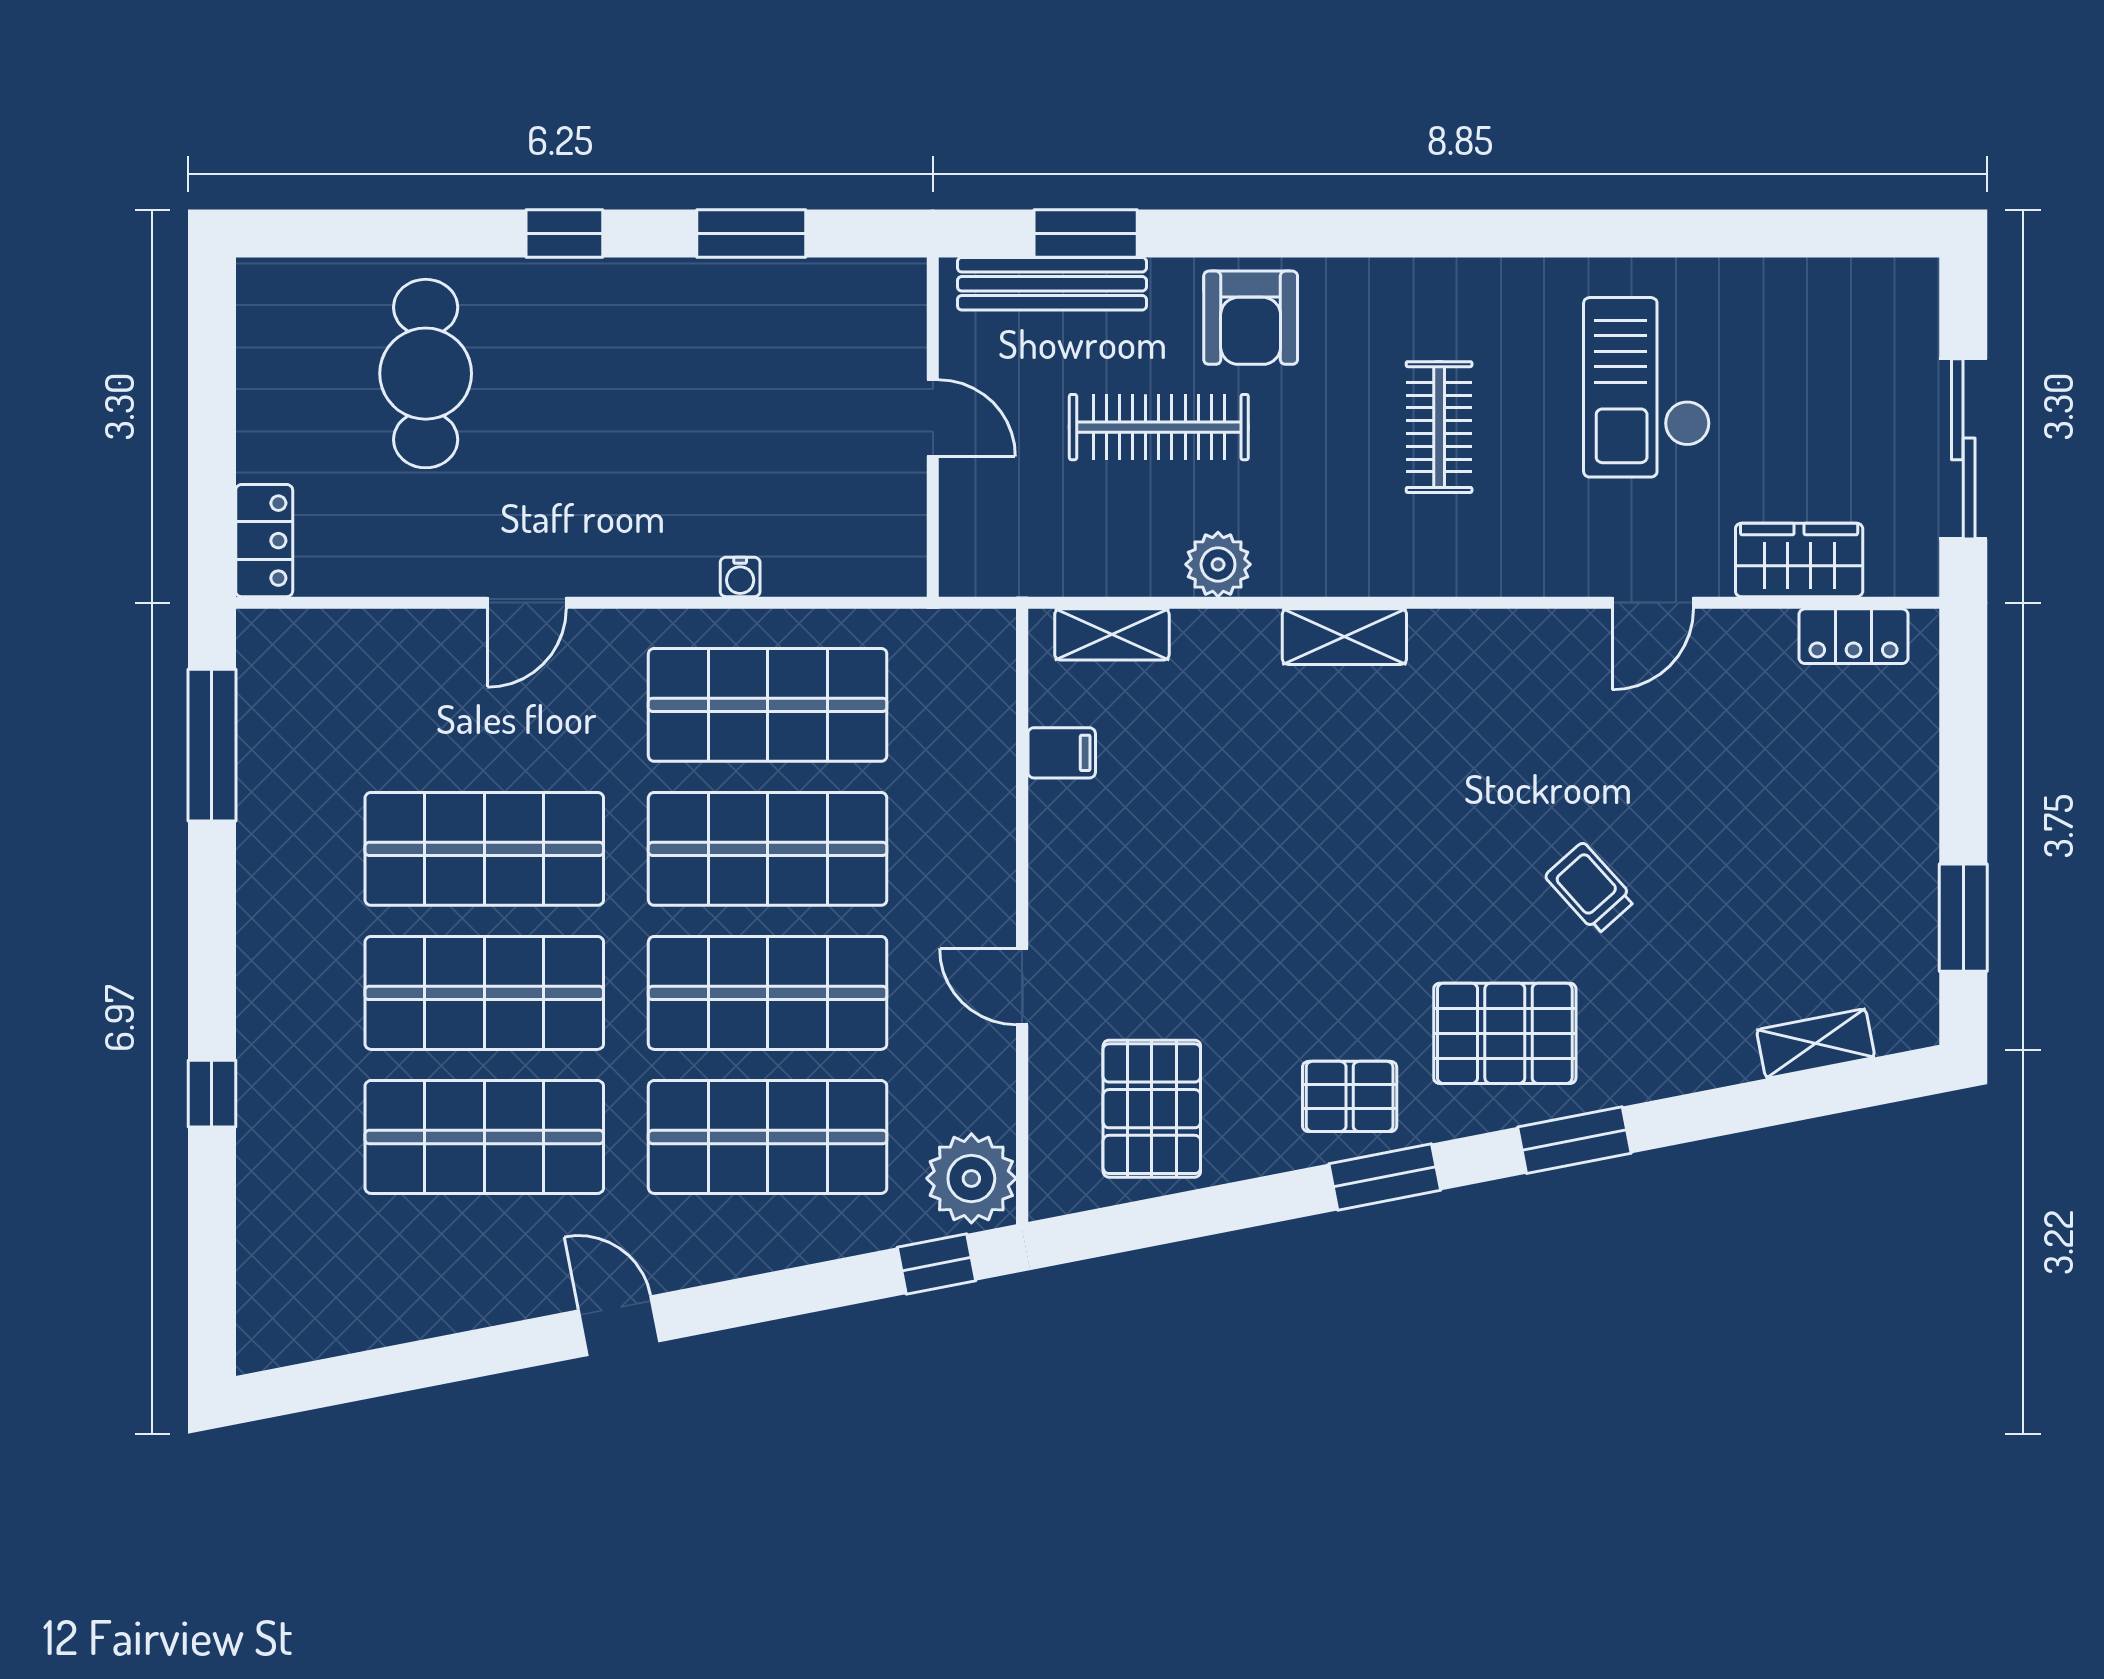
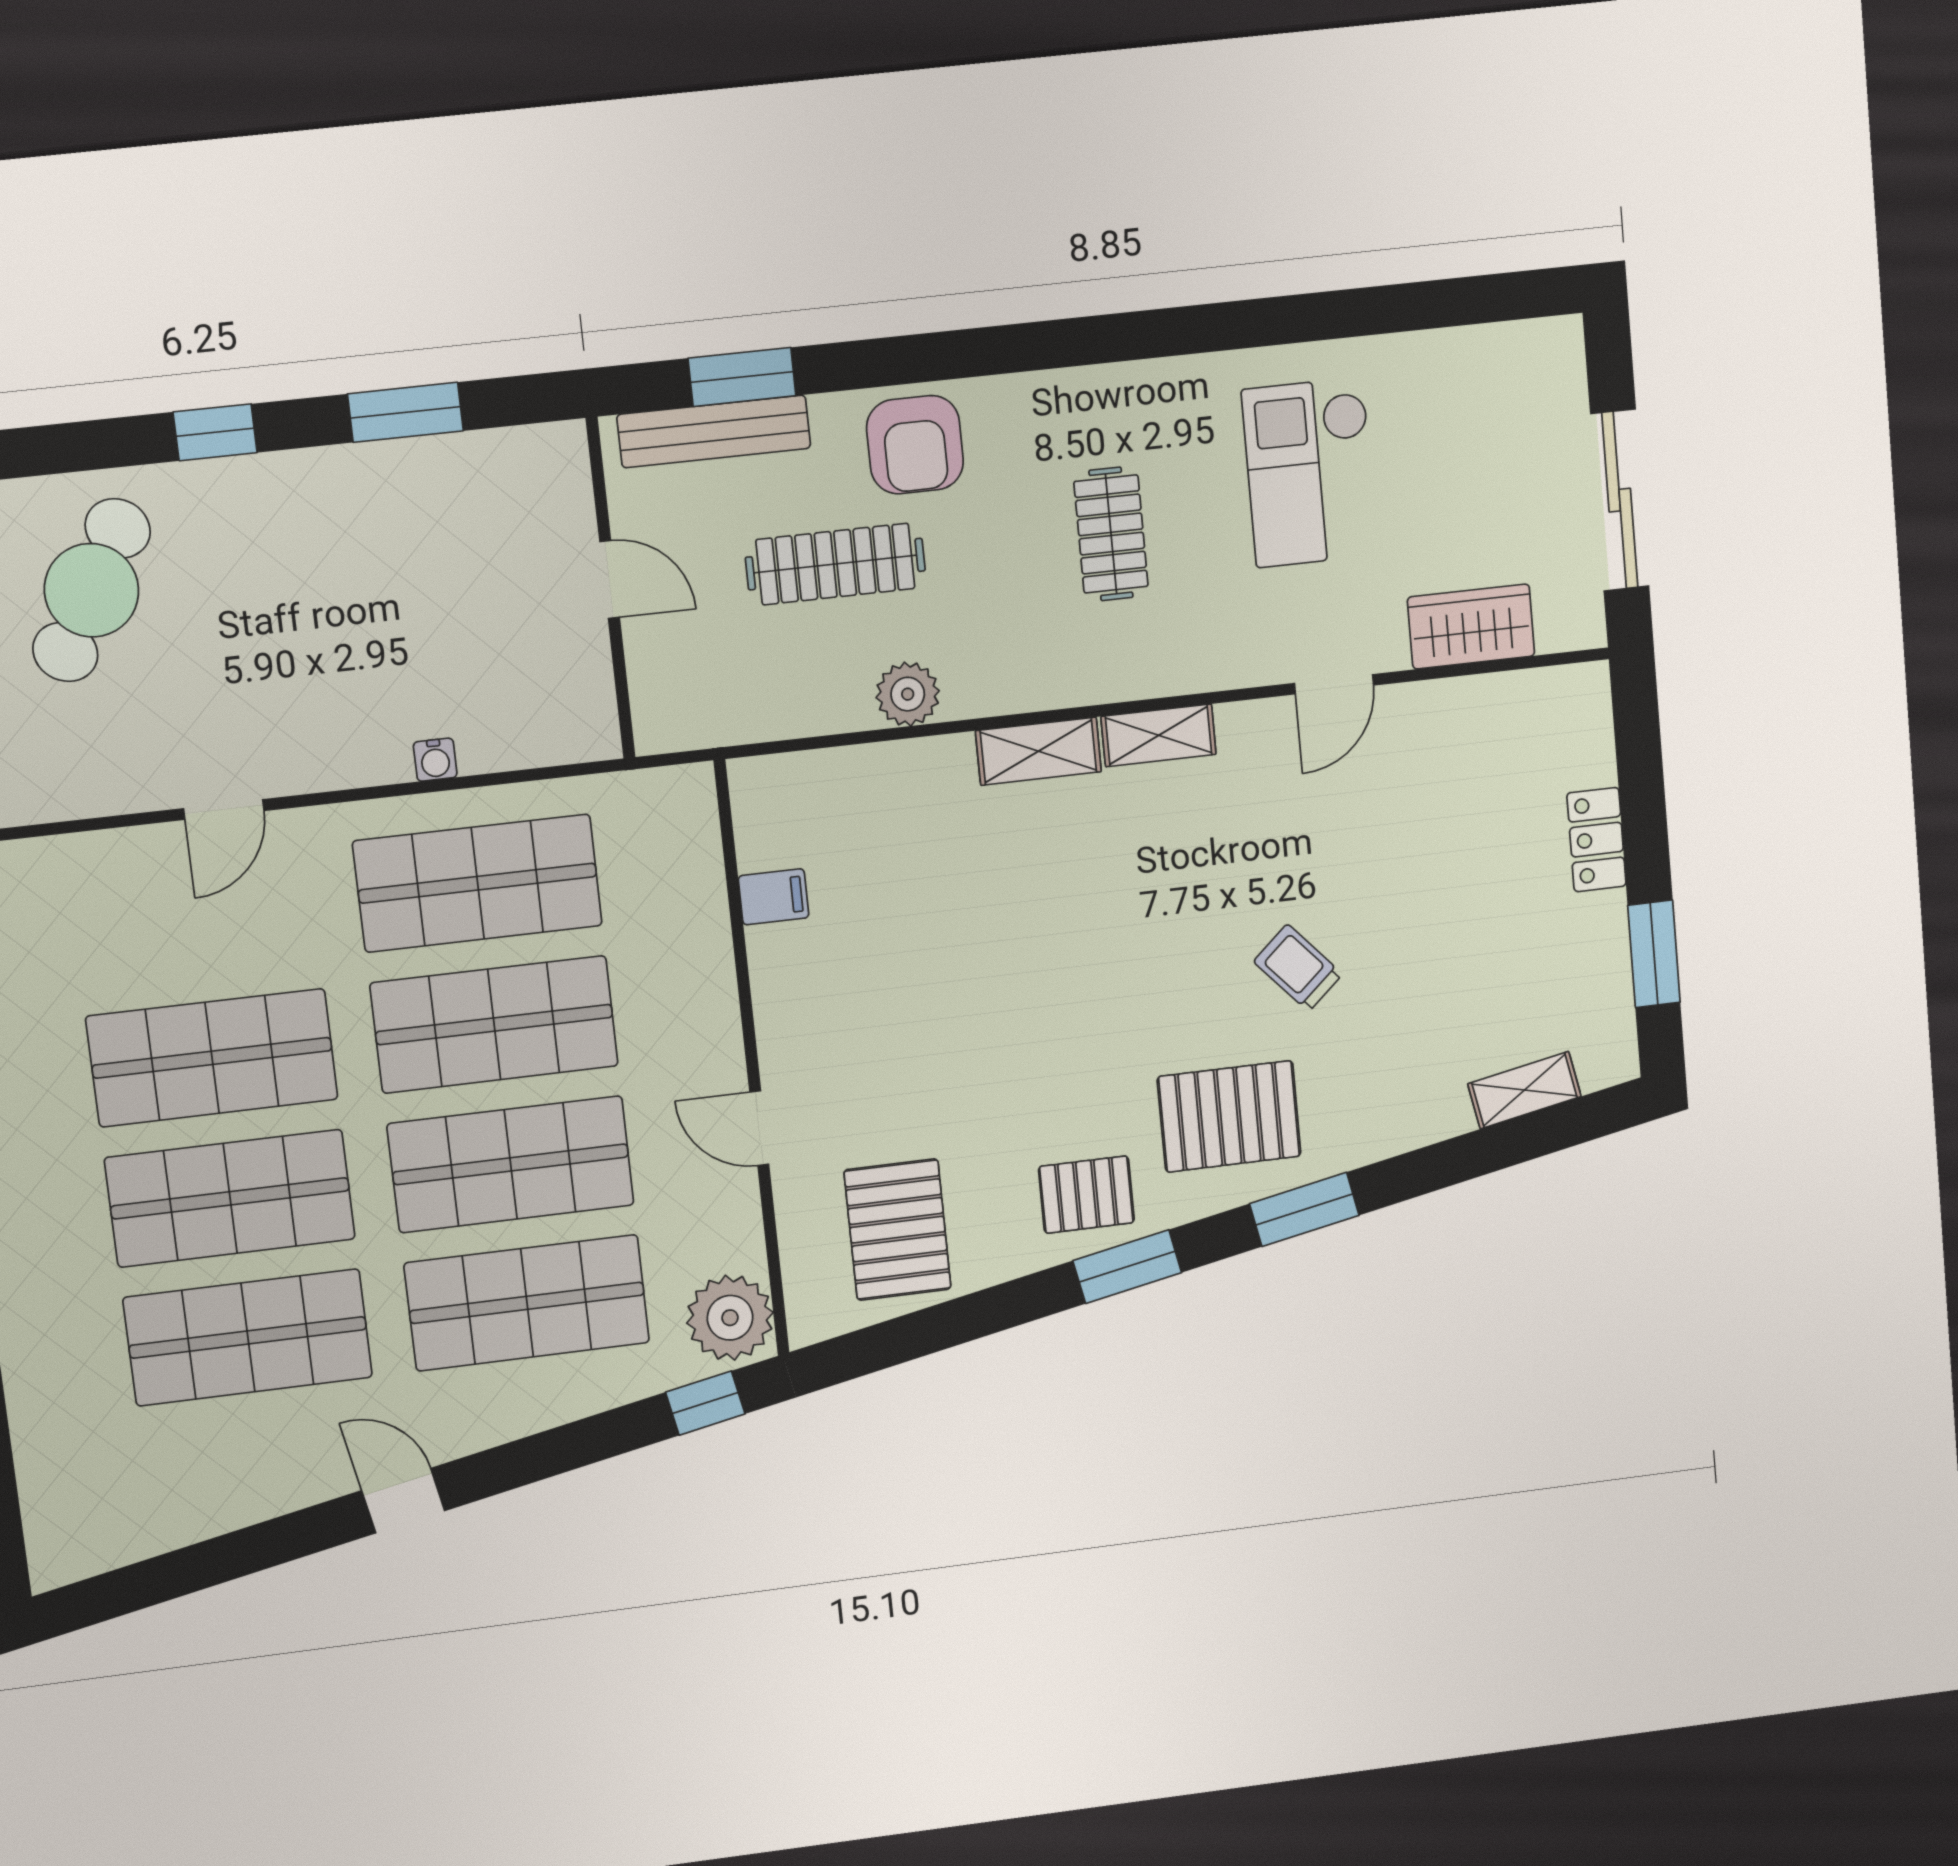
cafe table: (426, 374) -> (91, 590), turned 30
shelving: (1112, 634) -> (1159, 735), moved
locker: (1854, 636) -> (1596, 840), moved, turned 90

